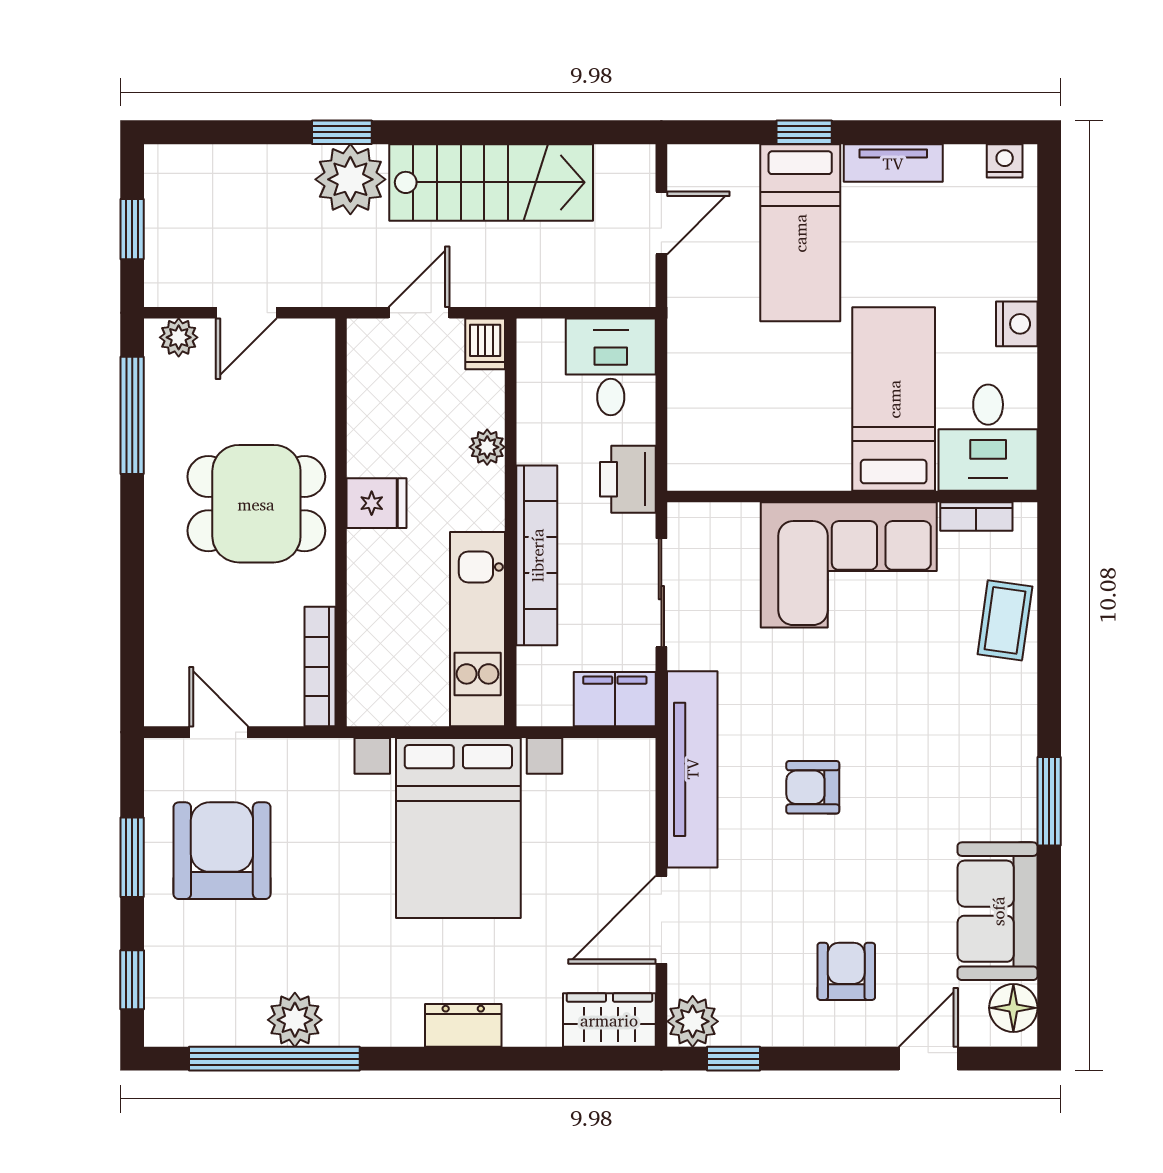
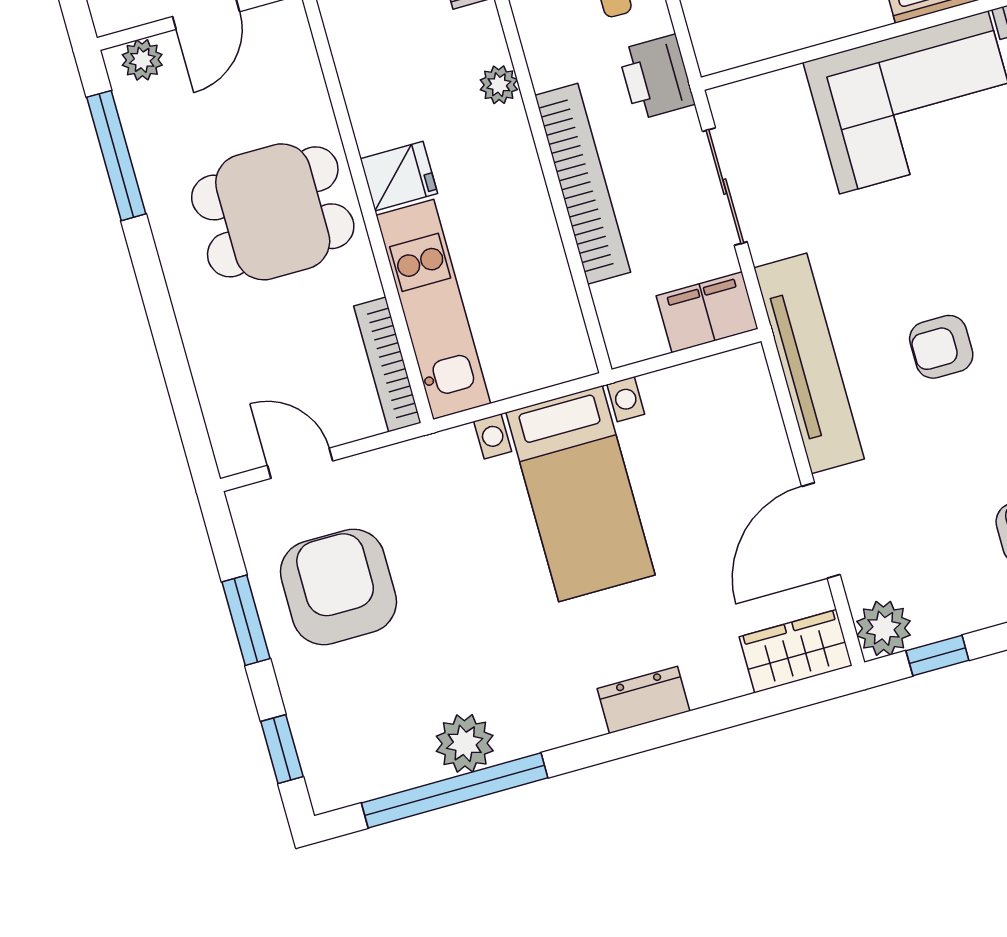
kitchen unit: (478, 629) -> (433, 309), moved, turned 180
bed with nightstands: (458, 828) -> (580, 494), width x0.73

